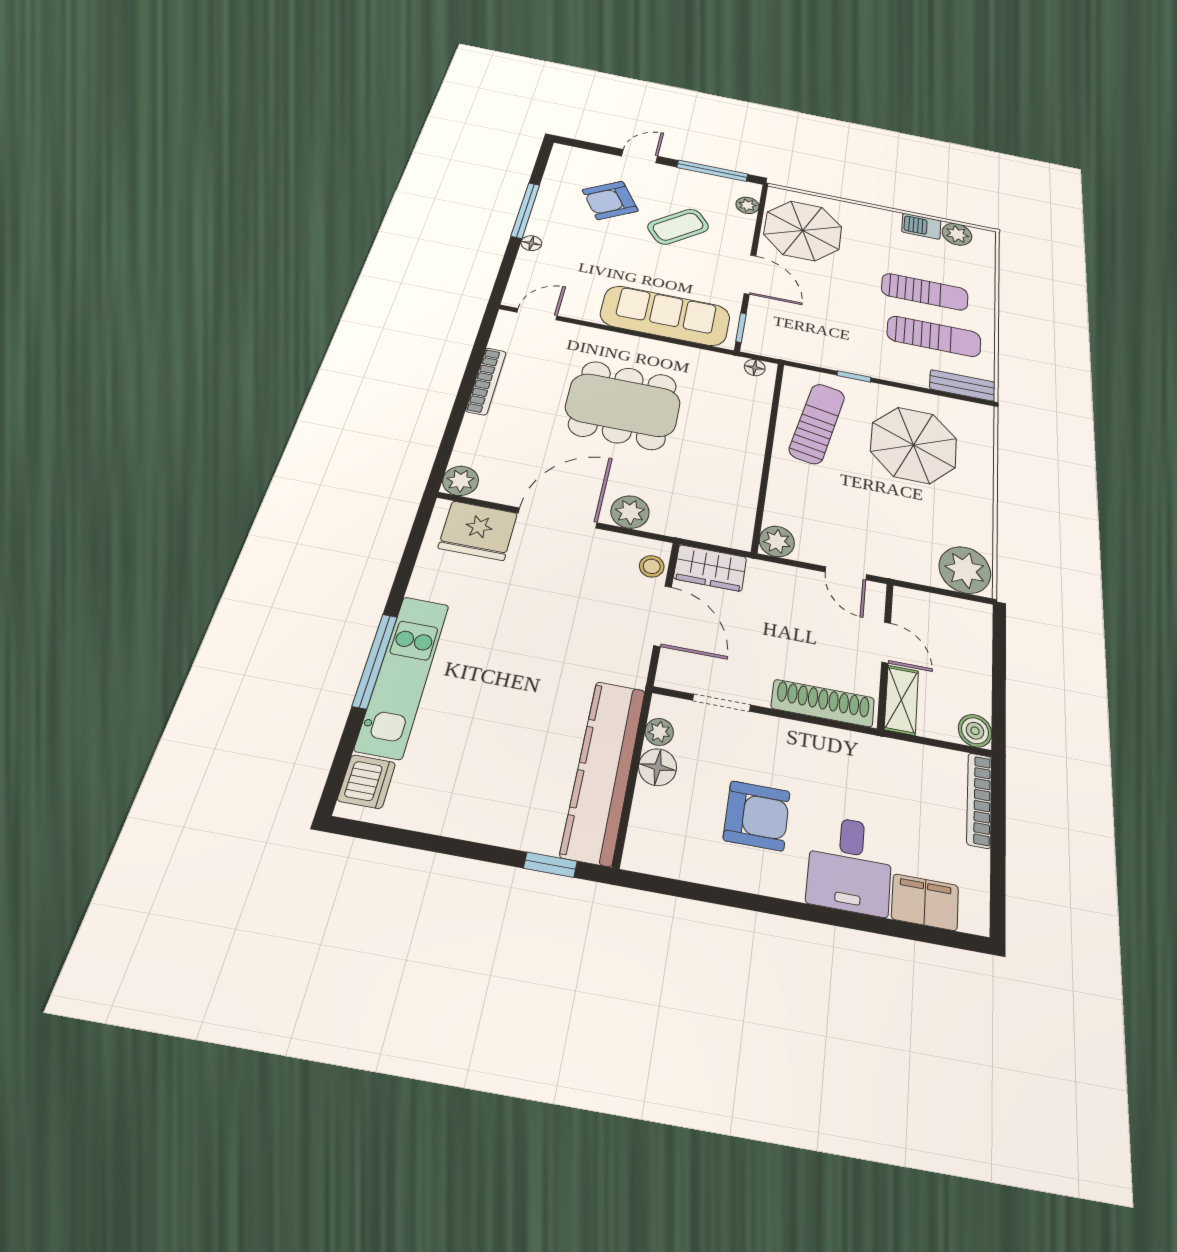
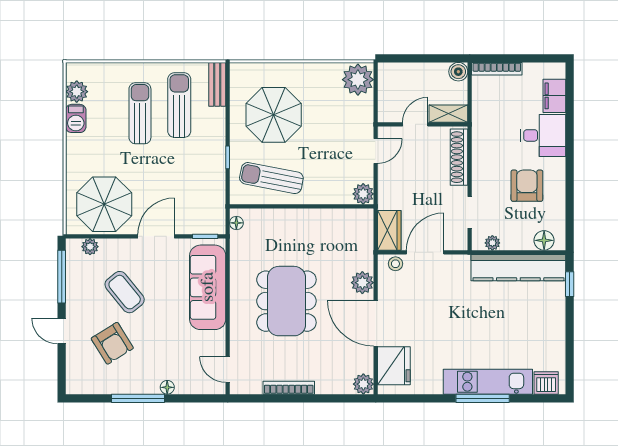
floor lamp: (658, 767) -> (544, 240), moved

